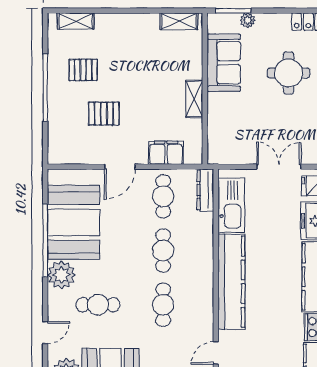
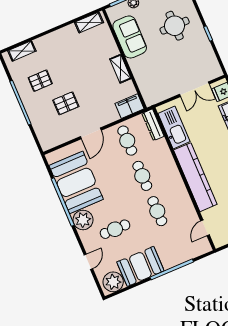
filing cabinet: (166, 153) -> (129, 106), moved
double door: (279, 167) -> (194, 89), swing flipped

